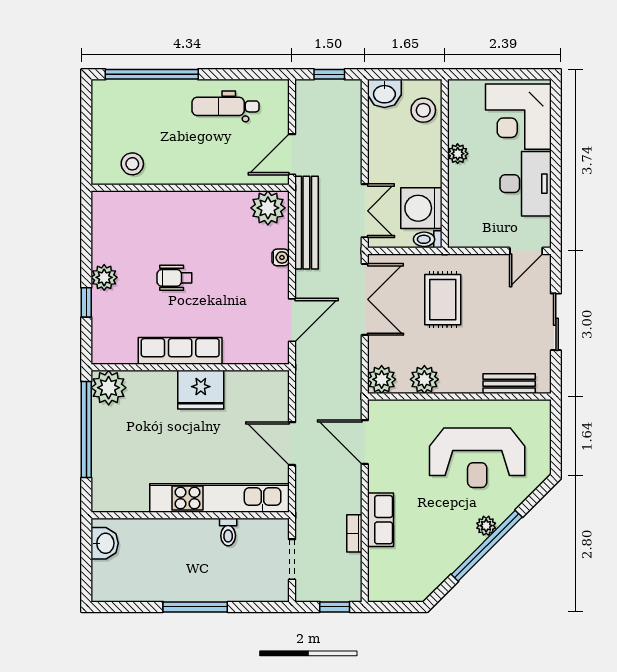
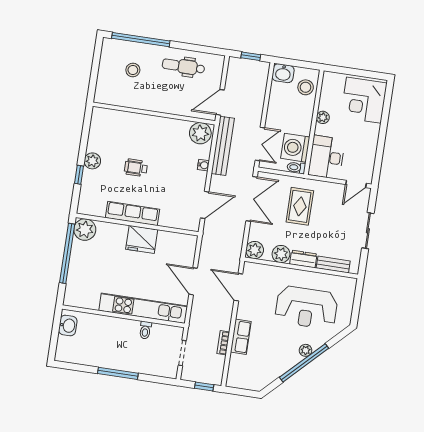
stool: (132, 164) -> (133, 70), moved
desk: (526, 184) -> (327, 157), moved, turned 180
dresser: (461, 382) -> (303, 259), added

